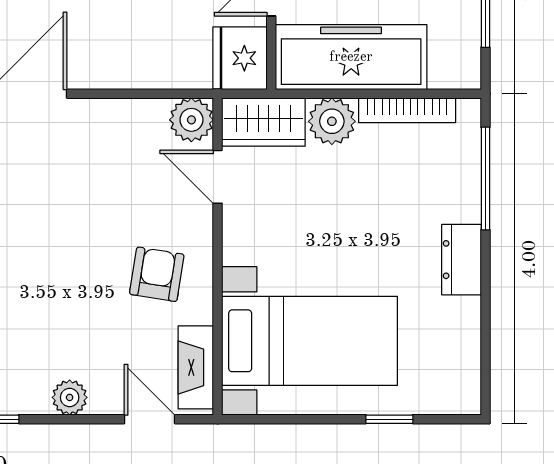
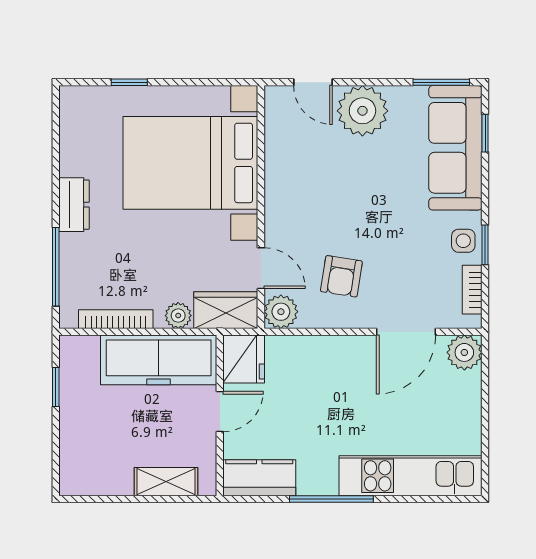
plant: (332, 121) -> (178, 316), width x0.73, depth x0.73
armchair: (157, 274) -> (341, 276), moved
bed with nightstands: (310, 341) -> (190, 163), width x1.36
fireplace: (196, 367) -> (278, 122), removed
plant: (70, 397) -> (362, 111), width x1.87, depth x1.87

